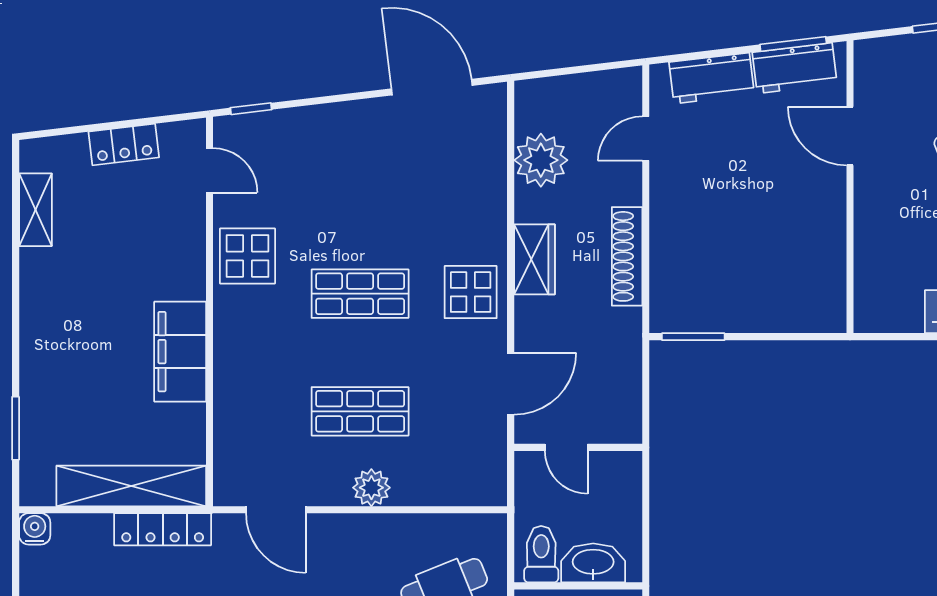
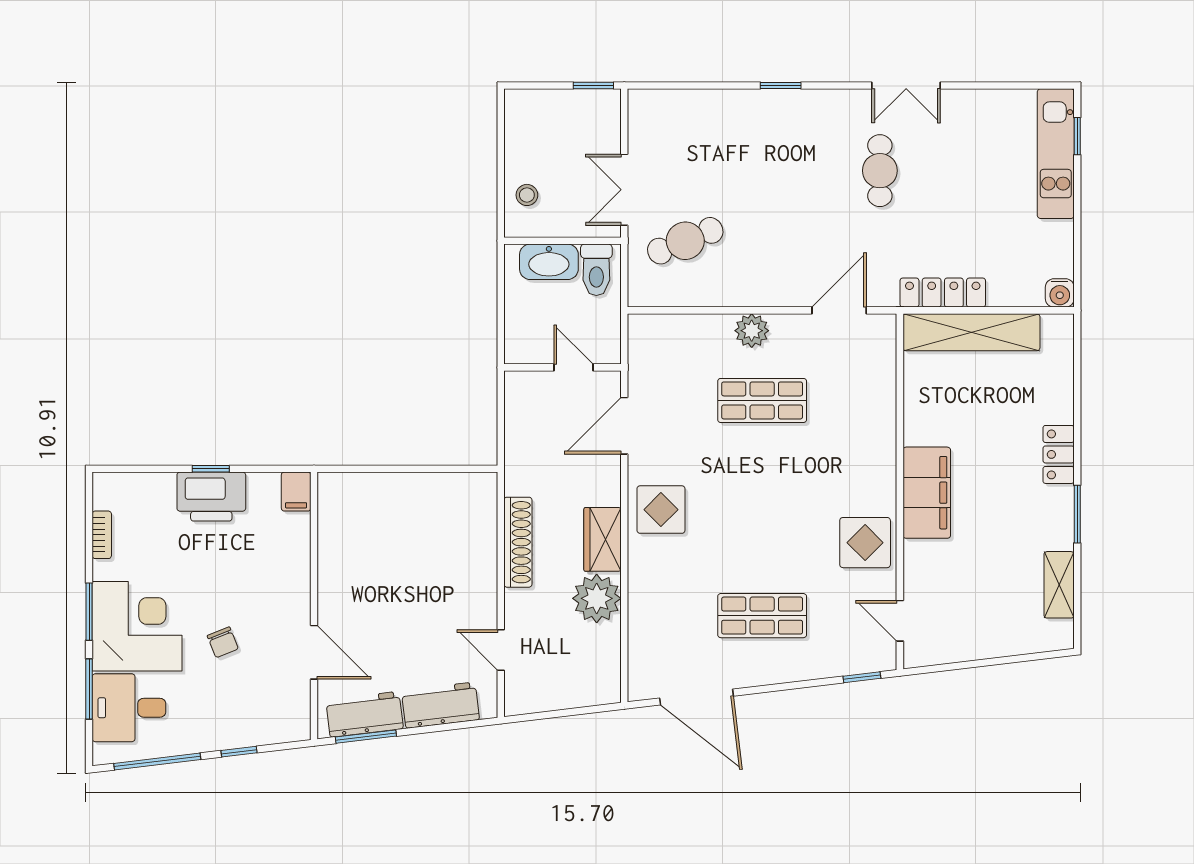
door: (646, 139) -> (501, 650), swing flipped
locker: (124, 145) -> (1059, 454), moved, turned -83
plant: (541, 160) -> (597, 598), moved
shop shelf: (360, 294) -> (762, 616), moved
filing cabinet: (870, 312) -> (296, 492), added
window: (693, 337) -> (457, 469), removed
filing cabinet: (180, 352) -> (927, 493), moved
window: (16, 428) -> (1077, 514), moved
door: (276, 510) -> (839, 310), hinge flipped

